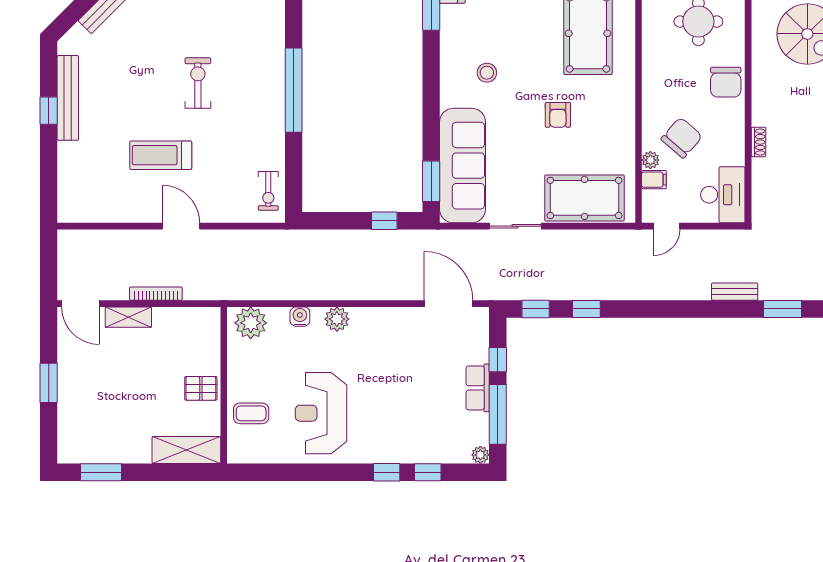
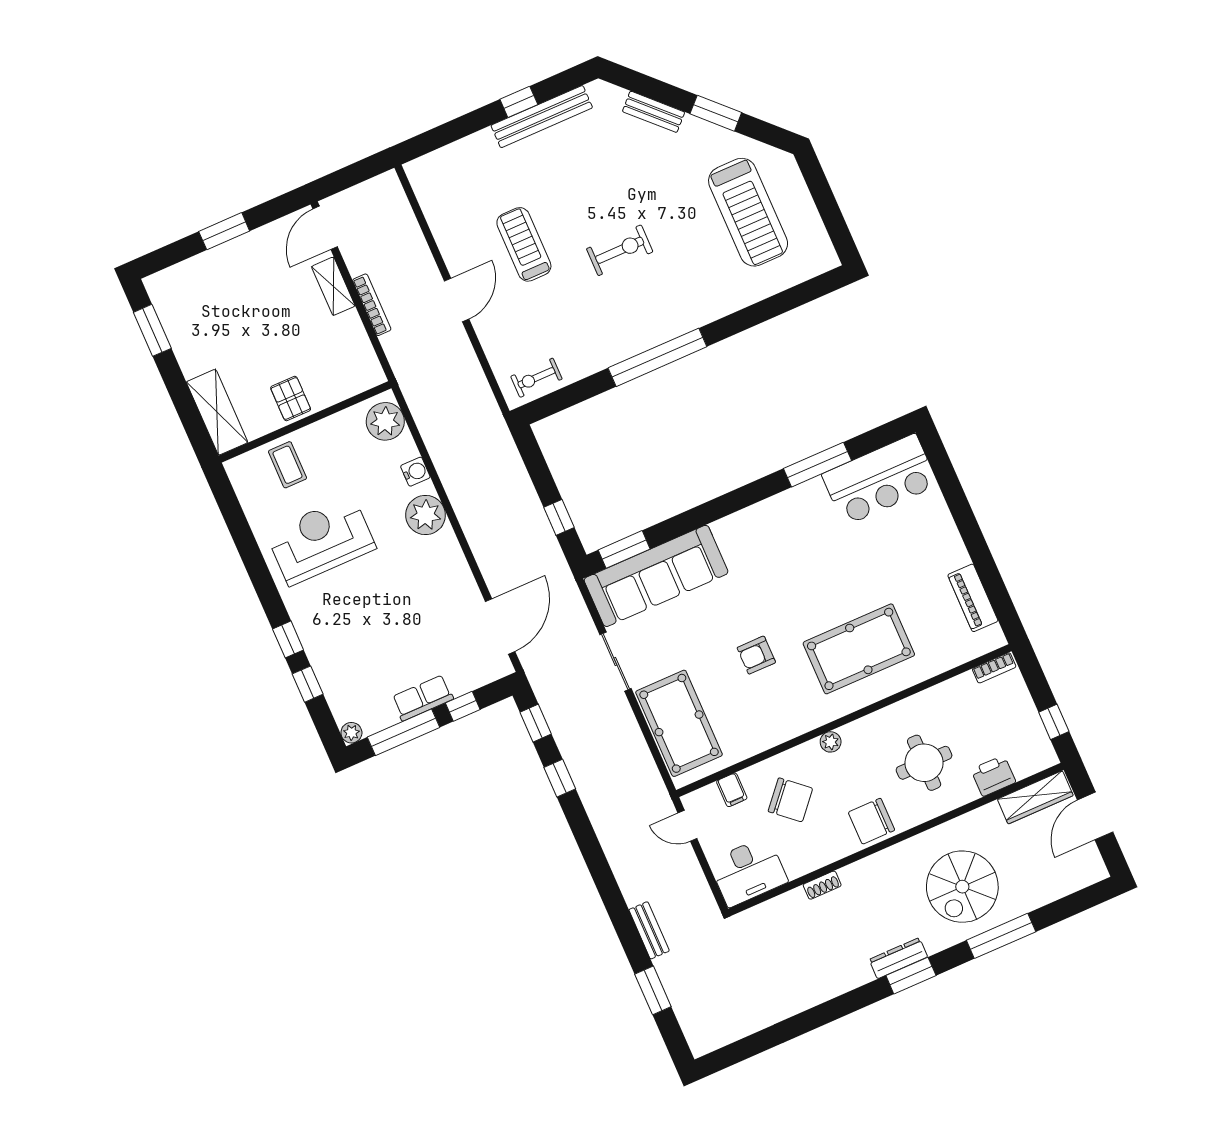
stool: (487, 73) -> (768, 558), removed
plant: (650, 160) -> (831, 742), moved
plant: (337, 319) -> (425, 515), width x1.36, depth x1.36

